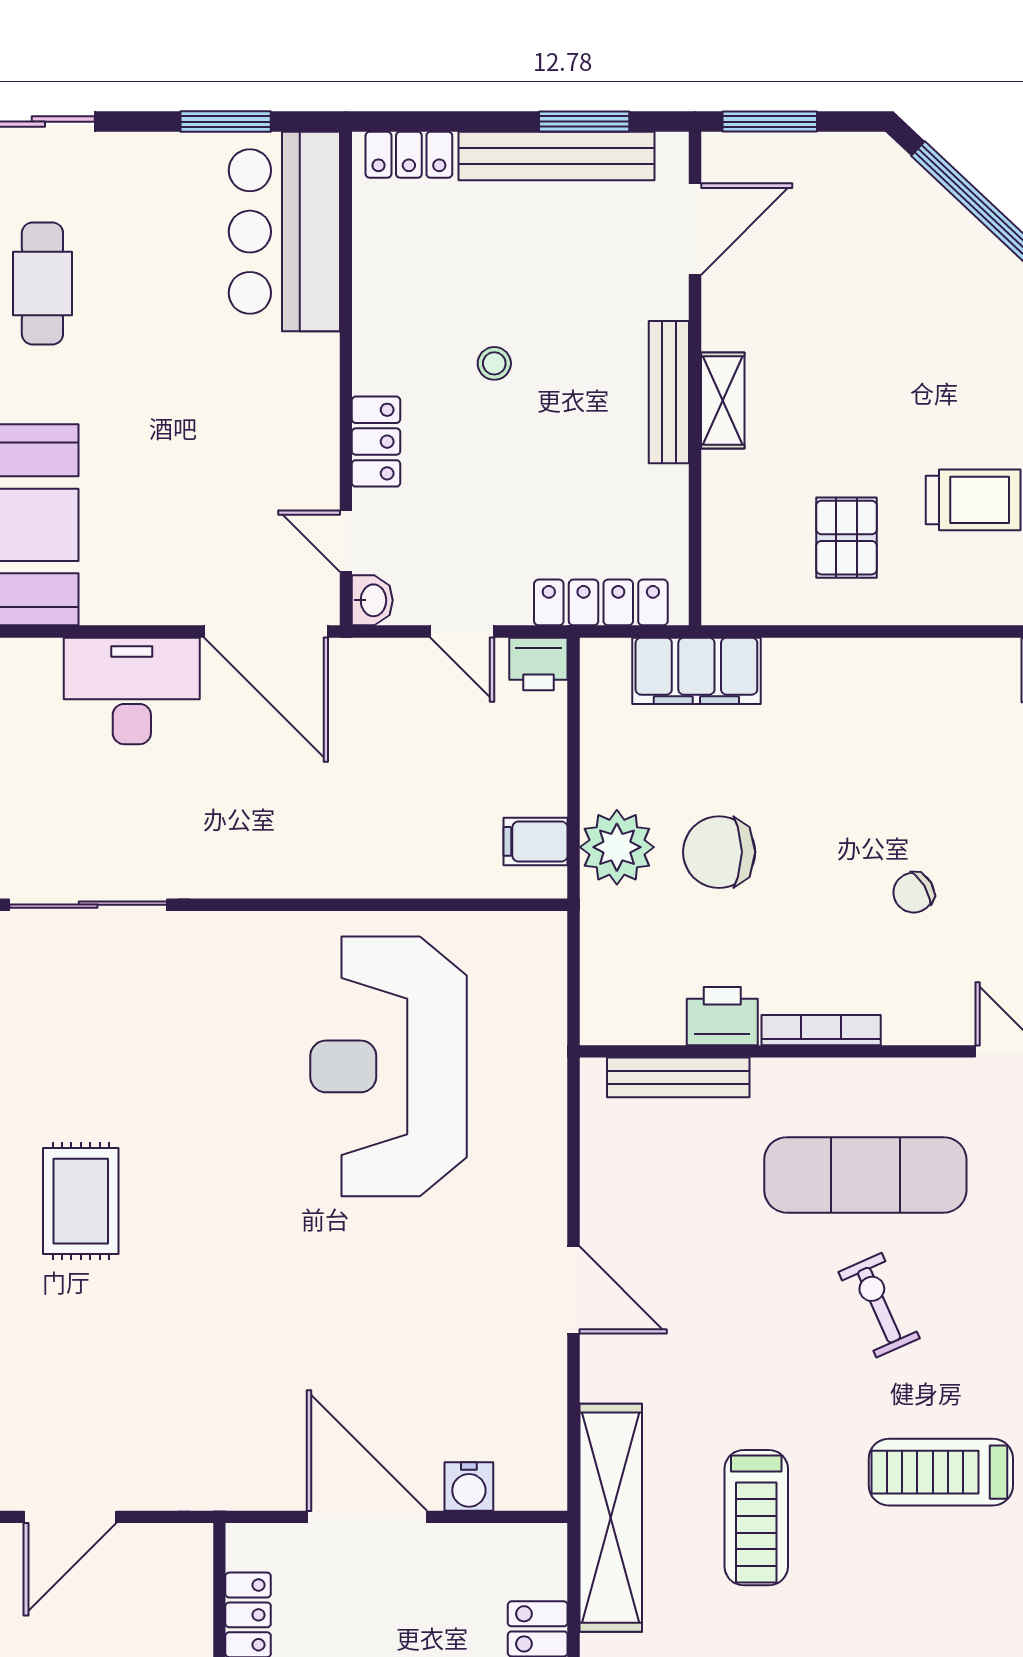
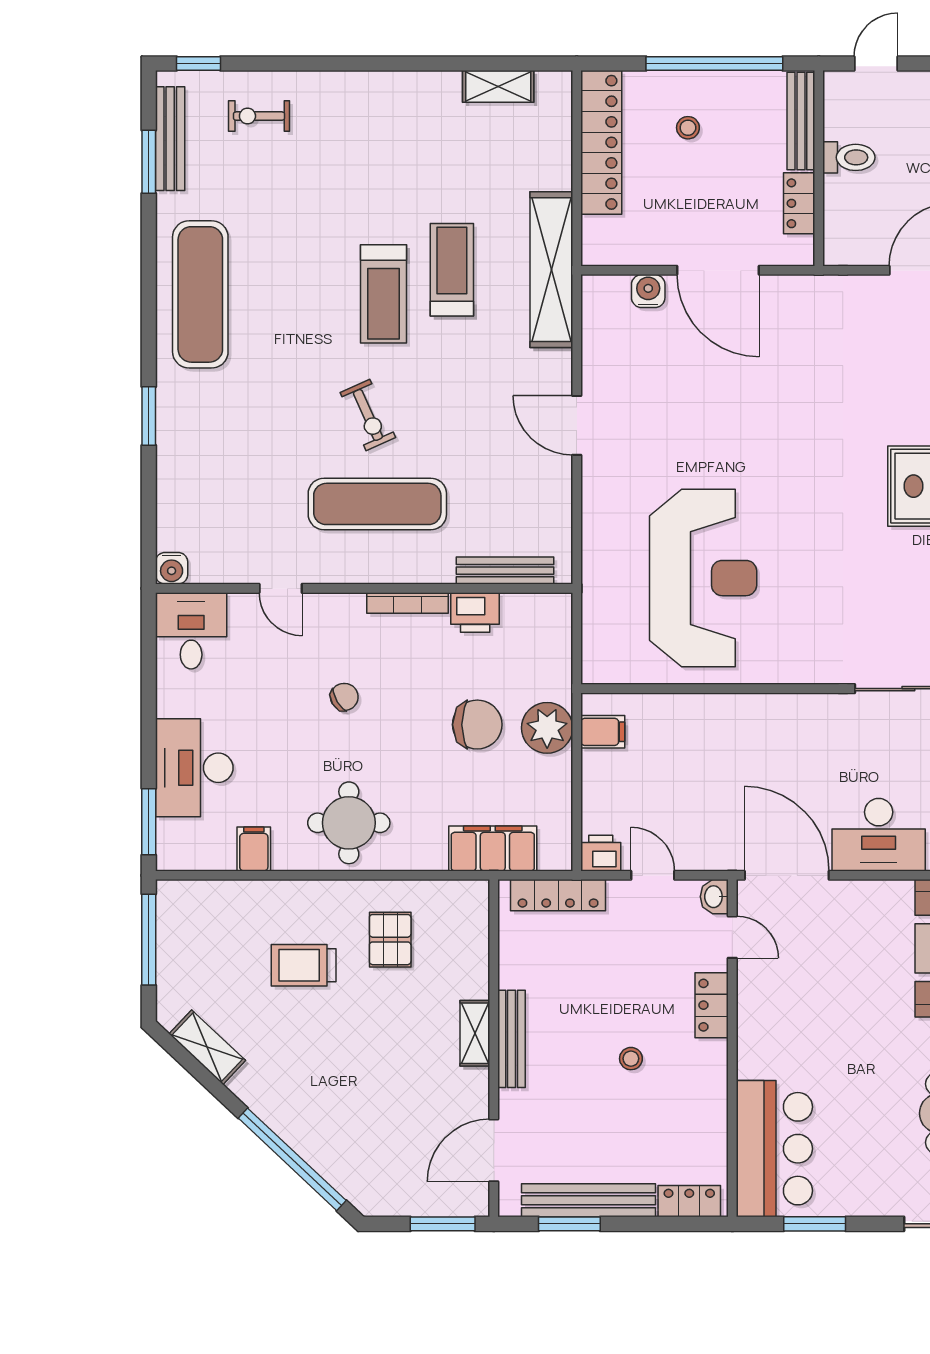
round table: (907, 708) -> (349, 823), added
treadmill: (941, 1472) -> (384, 294), moved, turned 90

